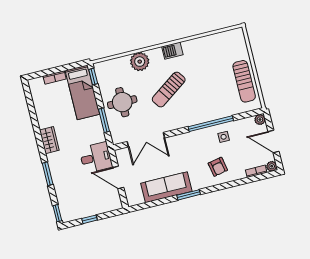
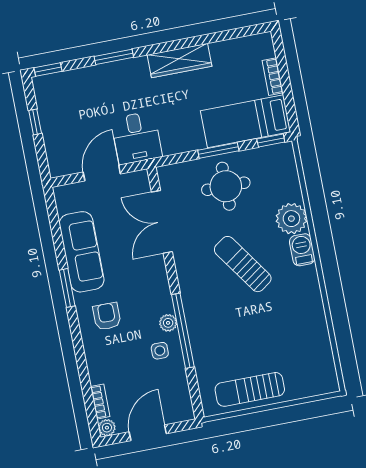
barbecue: (172, 51) -> (302, 250), moved
plant: (260, 119) -> (168, 323), moved
window: (104, 120) -> (218, 151), moved
wardrobe: (49, 140) -> (179, 61), width x1.50
armchair: (218, 167) -> (107, 316), moved, turned 101

